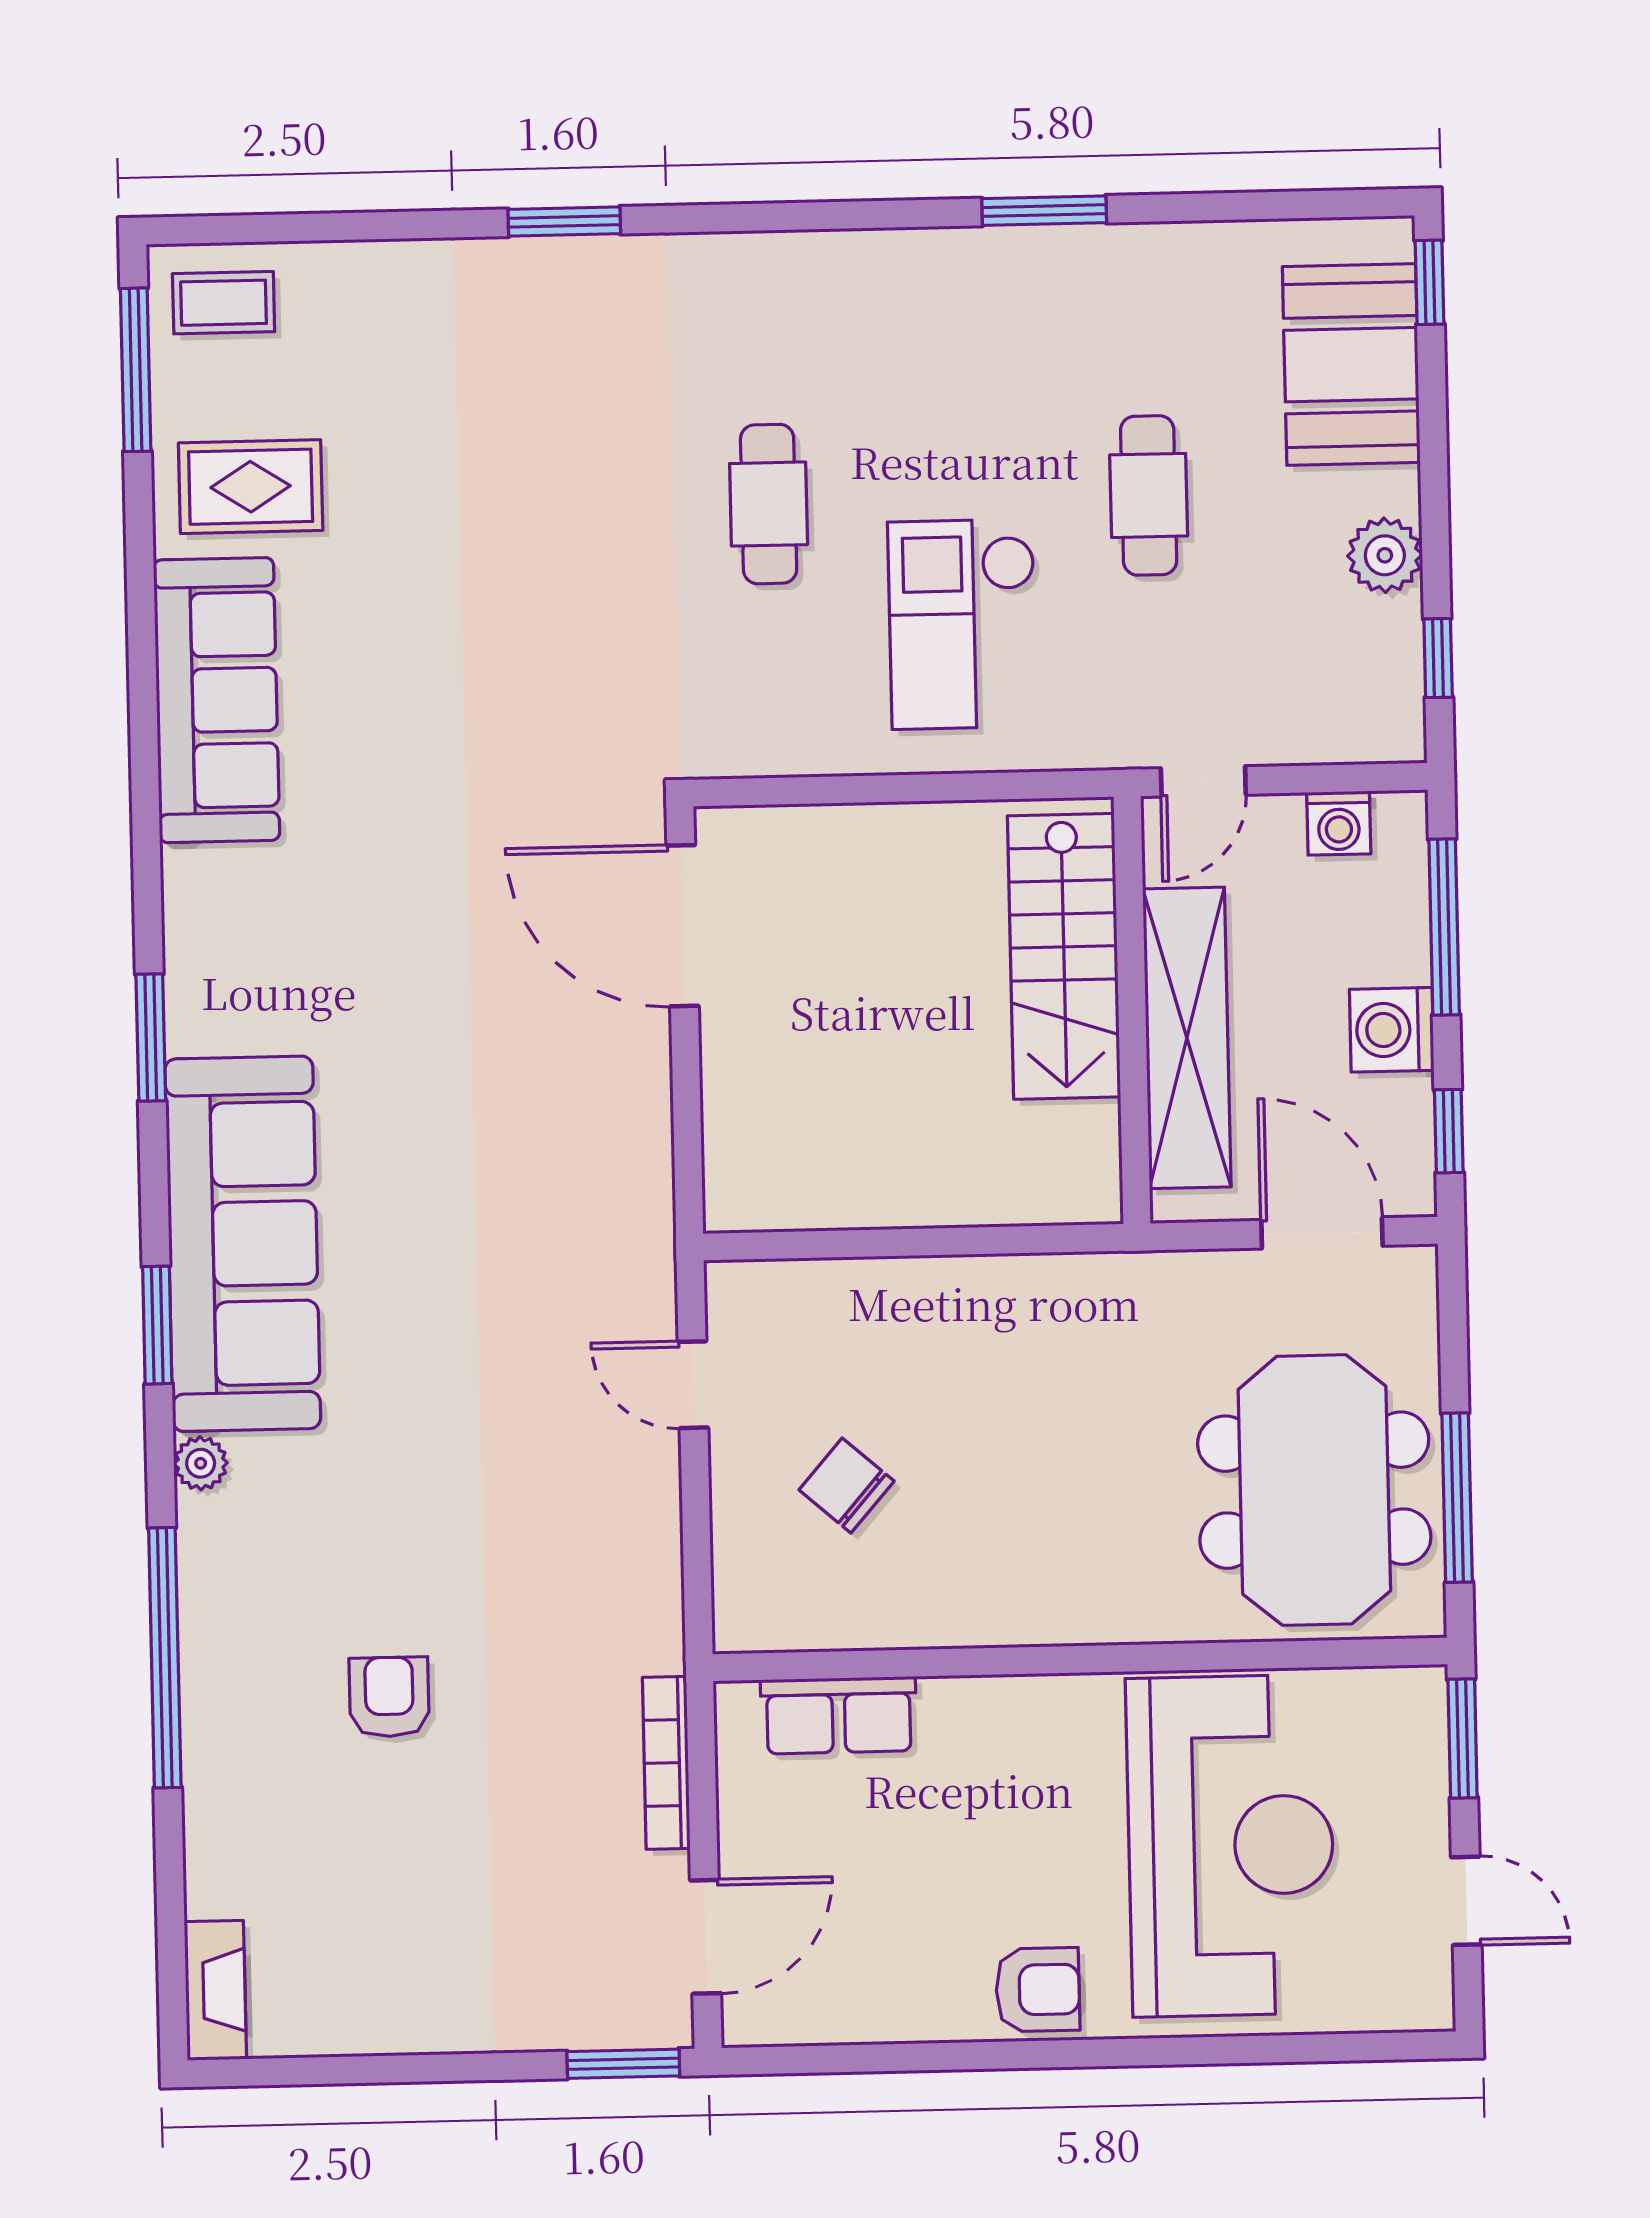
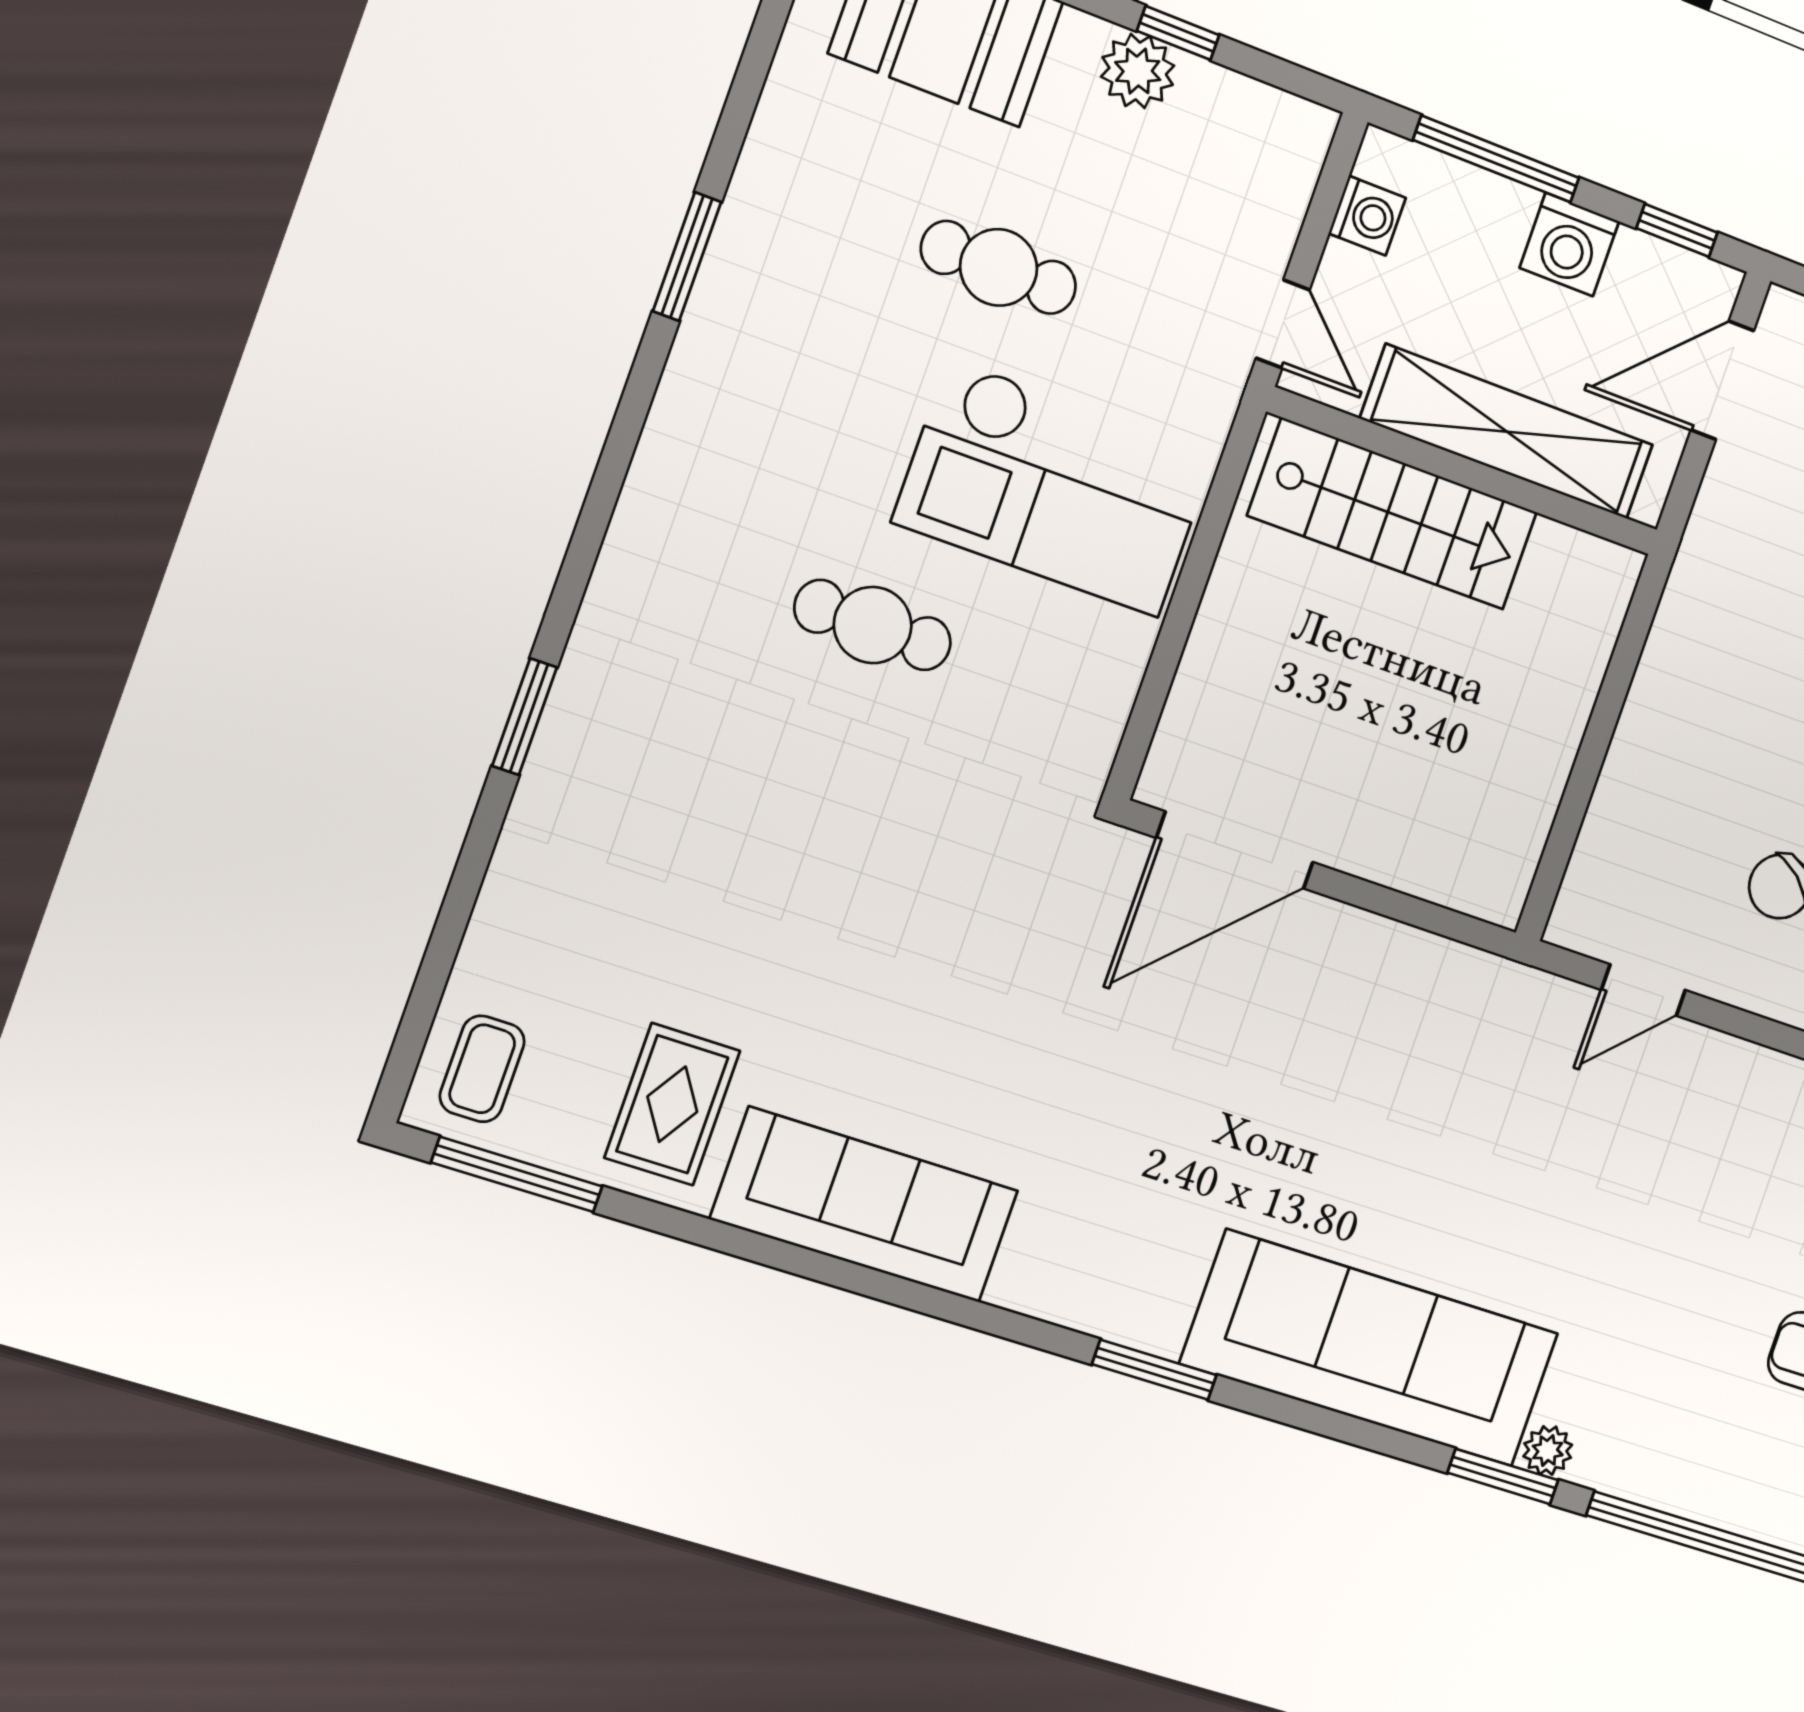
checkout: (963, 624) -> (1054, 488), width x1.36, depth x1.21
window: (1438, 658) -> (1178, 33), moved
window: (157, 1325) -> (1503, 1477), moved

